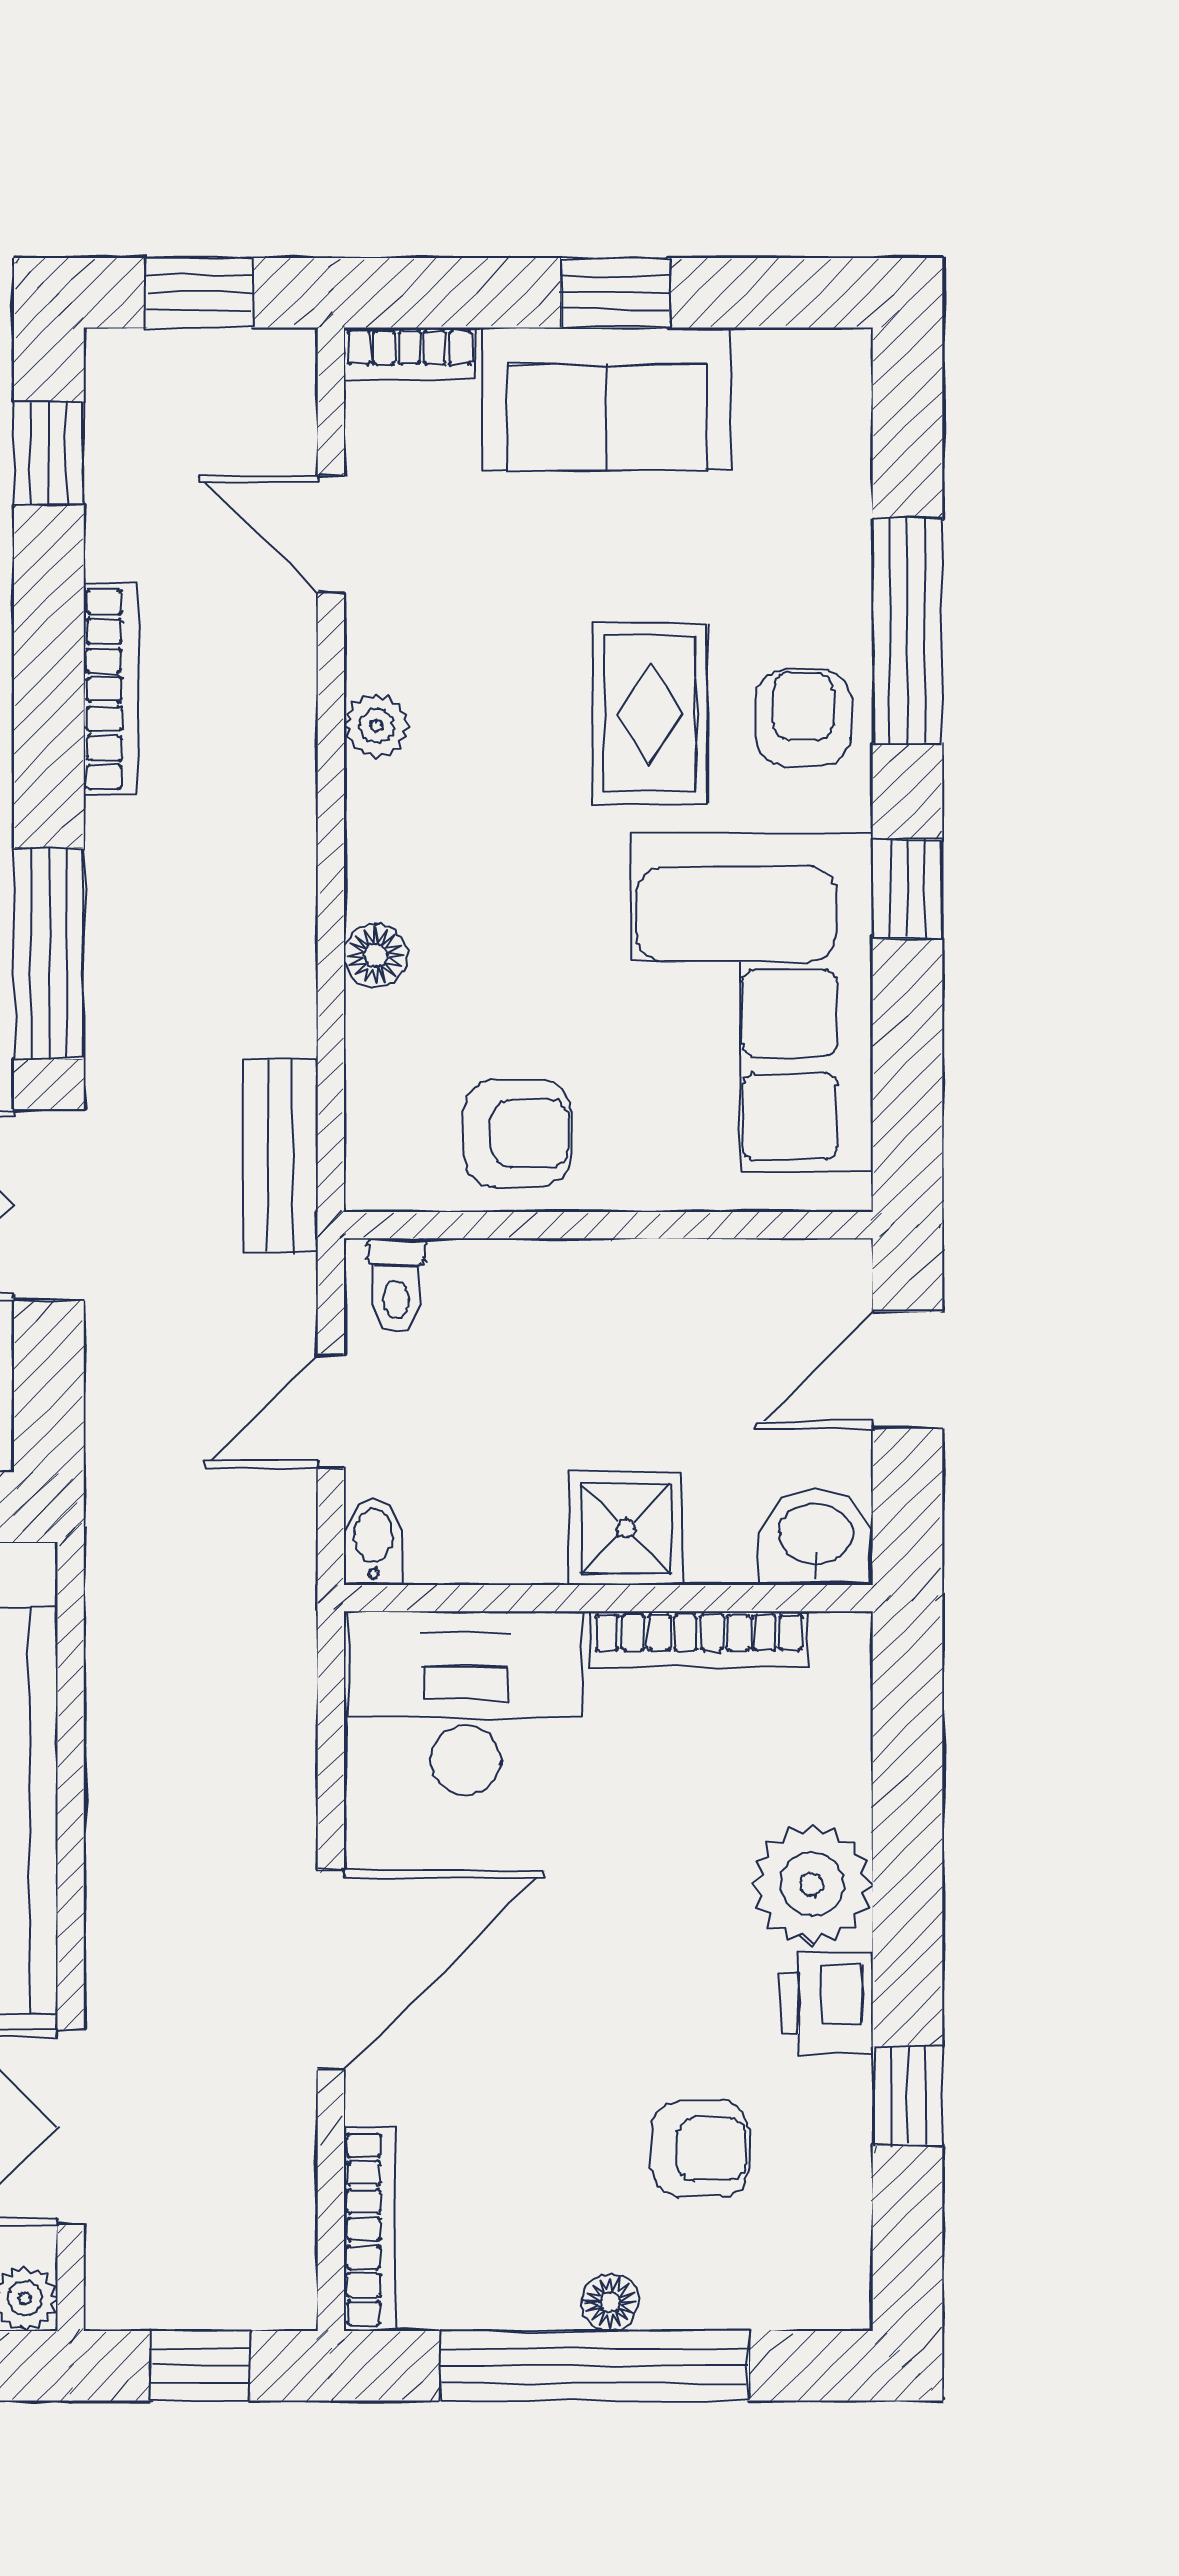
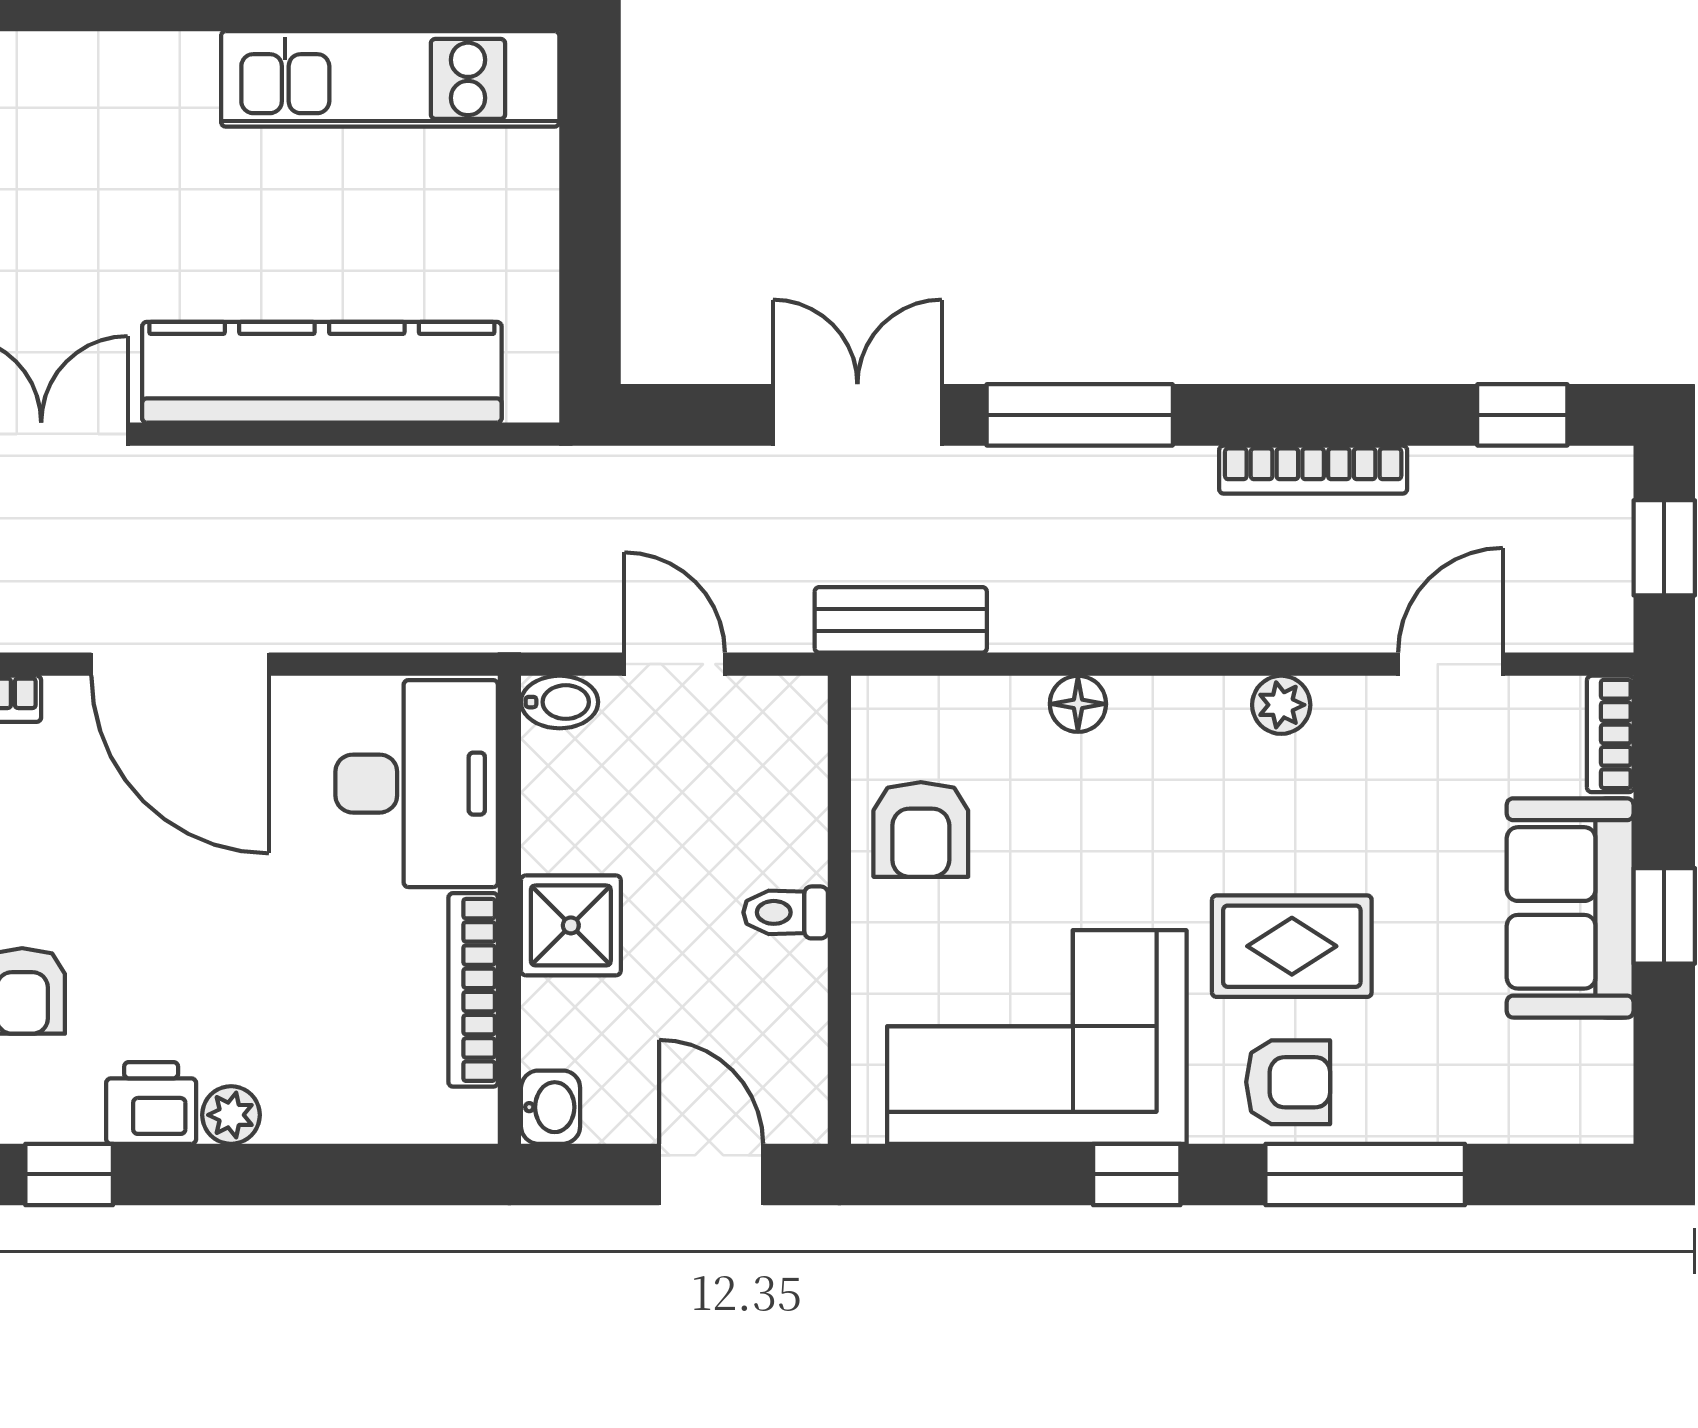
toilet: (396, 1286) -> (786, 912), moved
washbasin: (816, 1537) -> (551, 1107), width x0.72, depth x0.69
plant: (812, 1884) -> (231, 1115), width x0.53, depth x0.53

